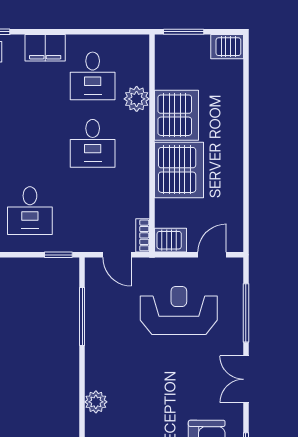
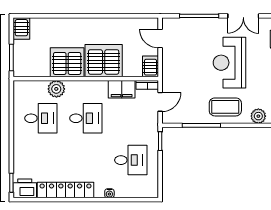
filing cabinet: (45, 48) -> (122, 89), moved, turned 90
reception desk: (179, 310) -> (229, 63), moved
coffee table: (110, 352) -> (225, 107), added

